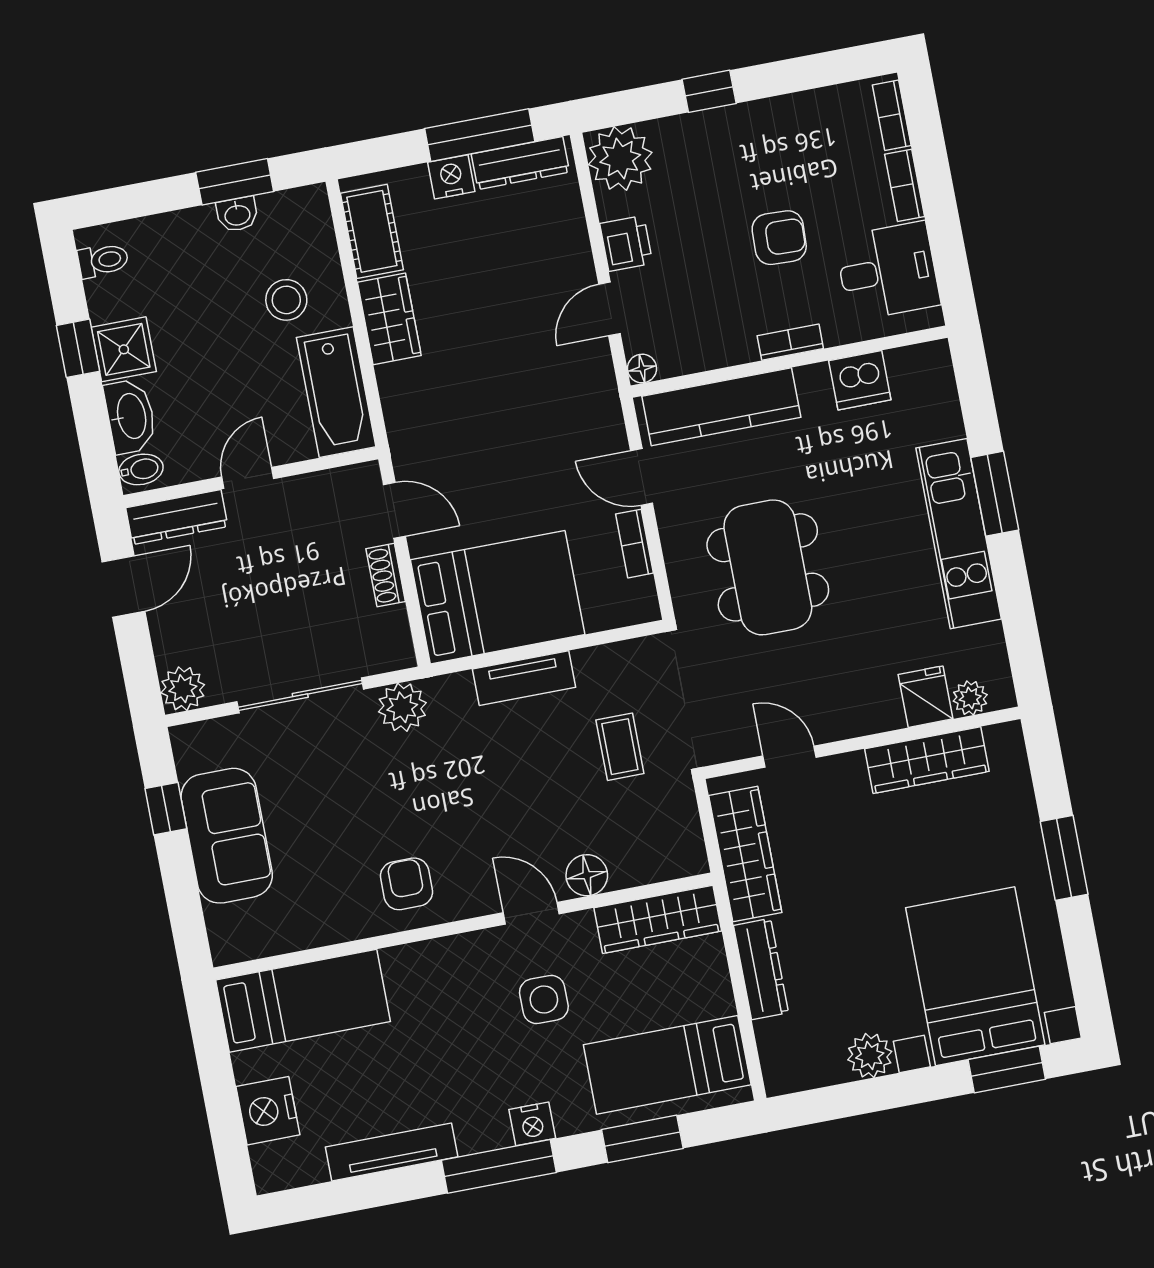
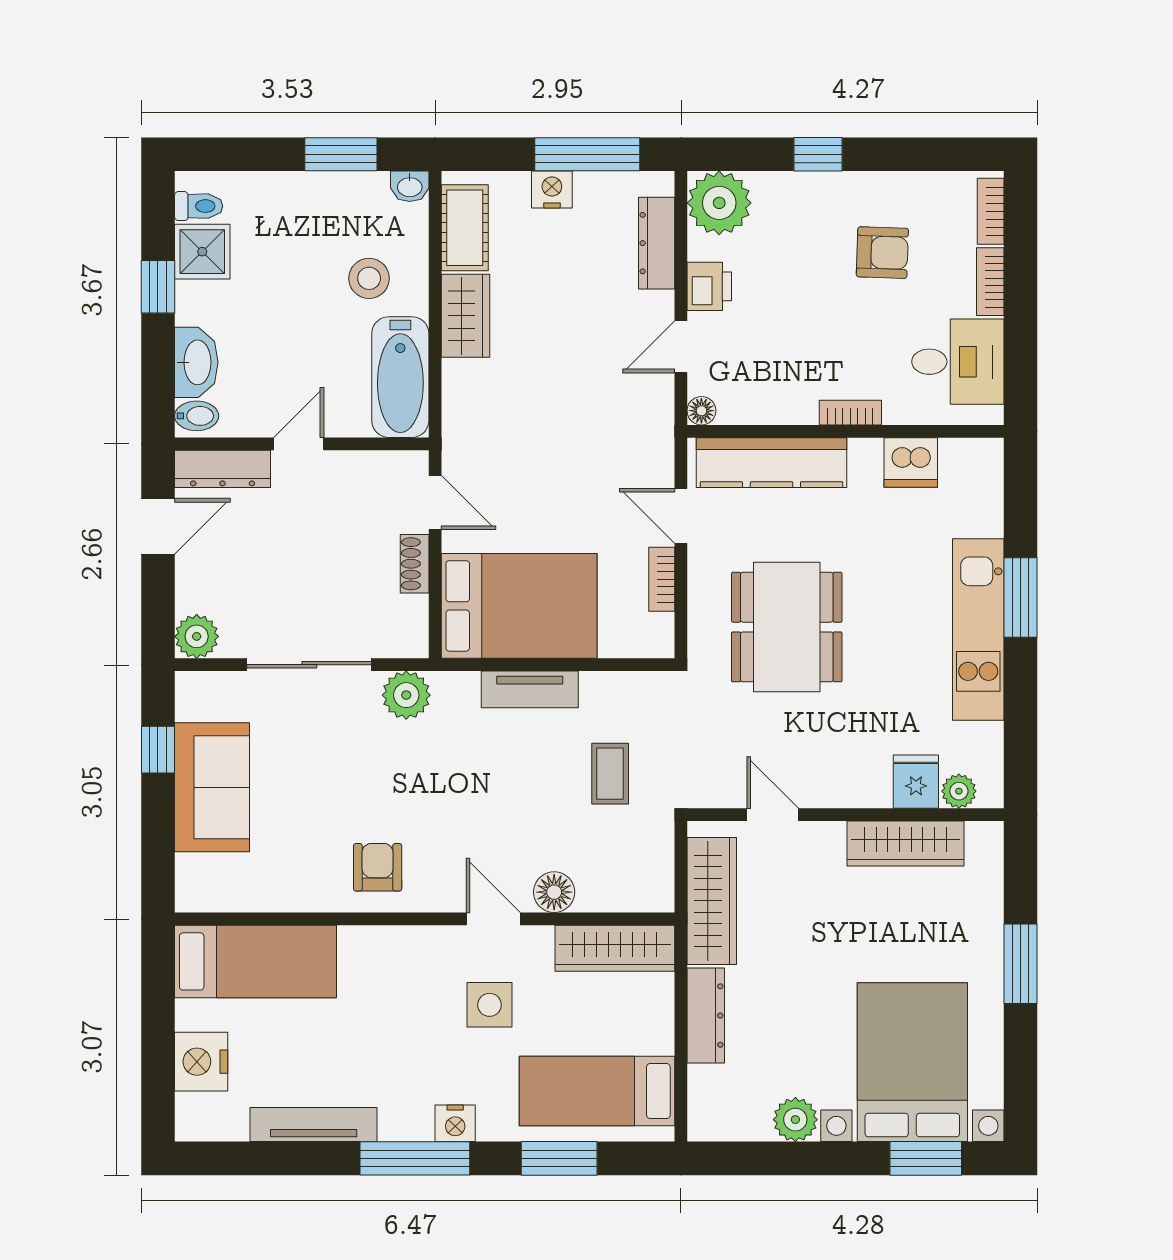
dresser: (520, 163) -> (657, 243), moved, turned 90
washbasin: (237, 214) -> (410, 186), moved
armchair: (779, 238) -> (882, 253), moved
shower: (124, 349) -> (202, 252), moved

